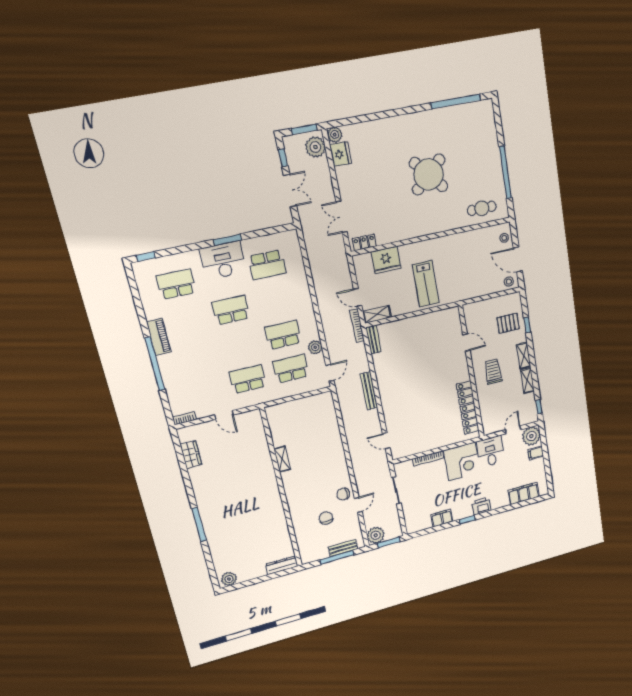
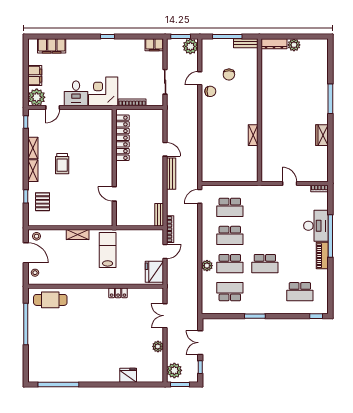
plant: (335, 135) -> (158, 346), moved
fridge: (340, 154) -> (128, 375), moved, turned 90
round table: (429, 175) -> (90, 334), removed
cafe table: (482, 208) -> (50, 300), width x1.37, depth x1.35
double door: (342, 217) -> (165, 316), swing flipped
locker: (364, 242) -> (118, 293), moved
fridge: (386, 260) -> (154, 272), moved, turned -90
desk: (223, 261) -> (316, 226), moved, turned -90
door: (358, 297) -> (165, 251), hinge flipped
shelving: (377, 314) -> (78, 235), moved
pallet: (508, 323) -> (43, 202), turned 90
door: (466, 343) -> (114, 194), moved
plant: (315, 347) -> (207, 266), moved
wall: (471, 372) -> (114, 168), moved
school desk: (248, 379) -> (230, 264), moved
locker: (468, 408) -> (122, 138), moved
door: (386, 441) -> (165, 149), moved
filing cabinet: (536, 453) -> (35, 76), width x2.00
wardrobe: (191, 454) -> (322, 135), moved
printer: (481, 506) -> (93, 45), removed
filing cabinet: (442, 518) -> (154, 45), moved
bench: (343, 548) -> (246, 43), moved
plant: (229, 579) -> (294, 45), moved

